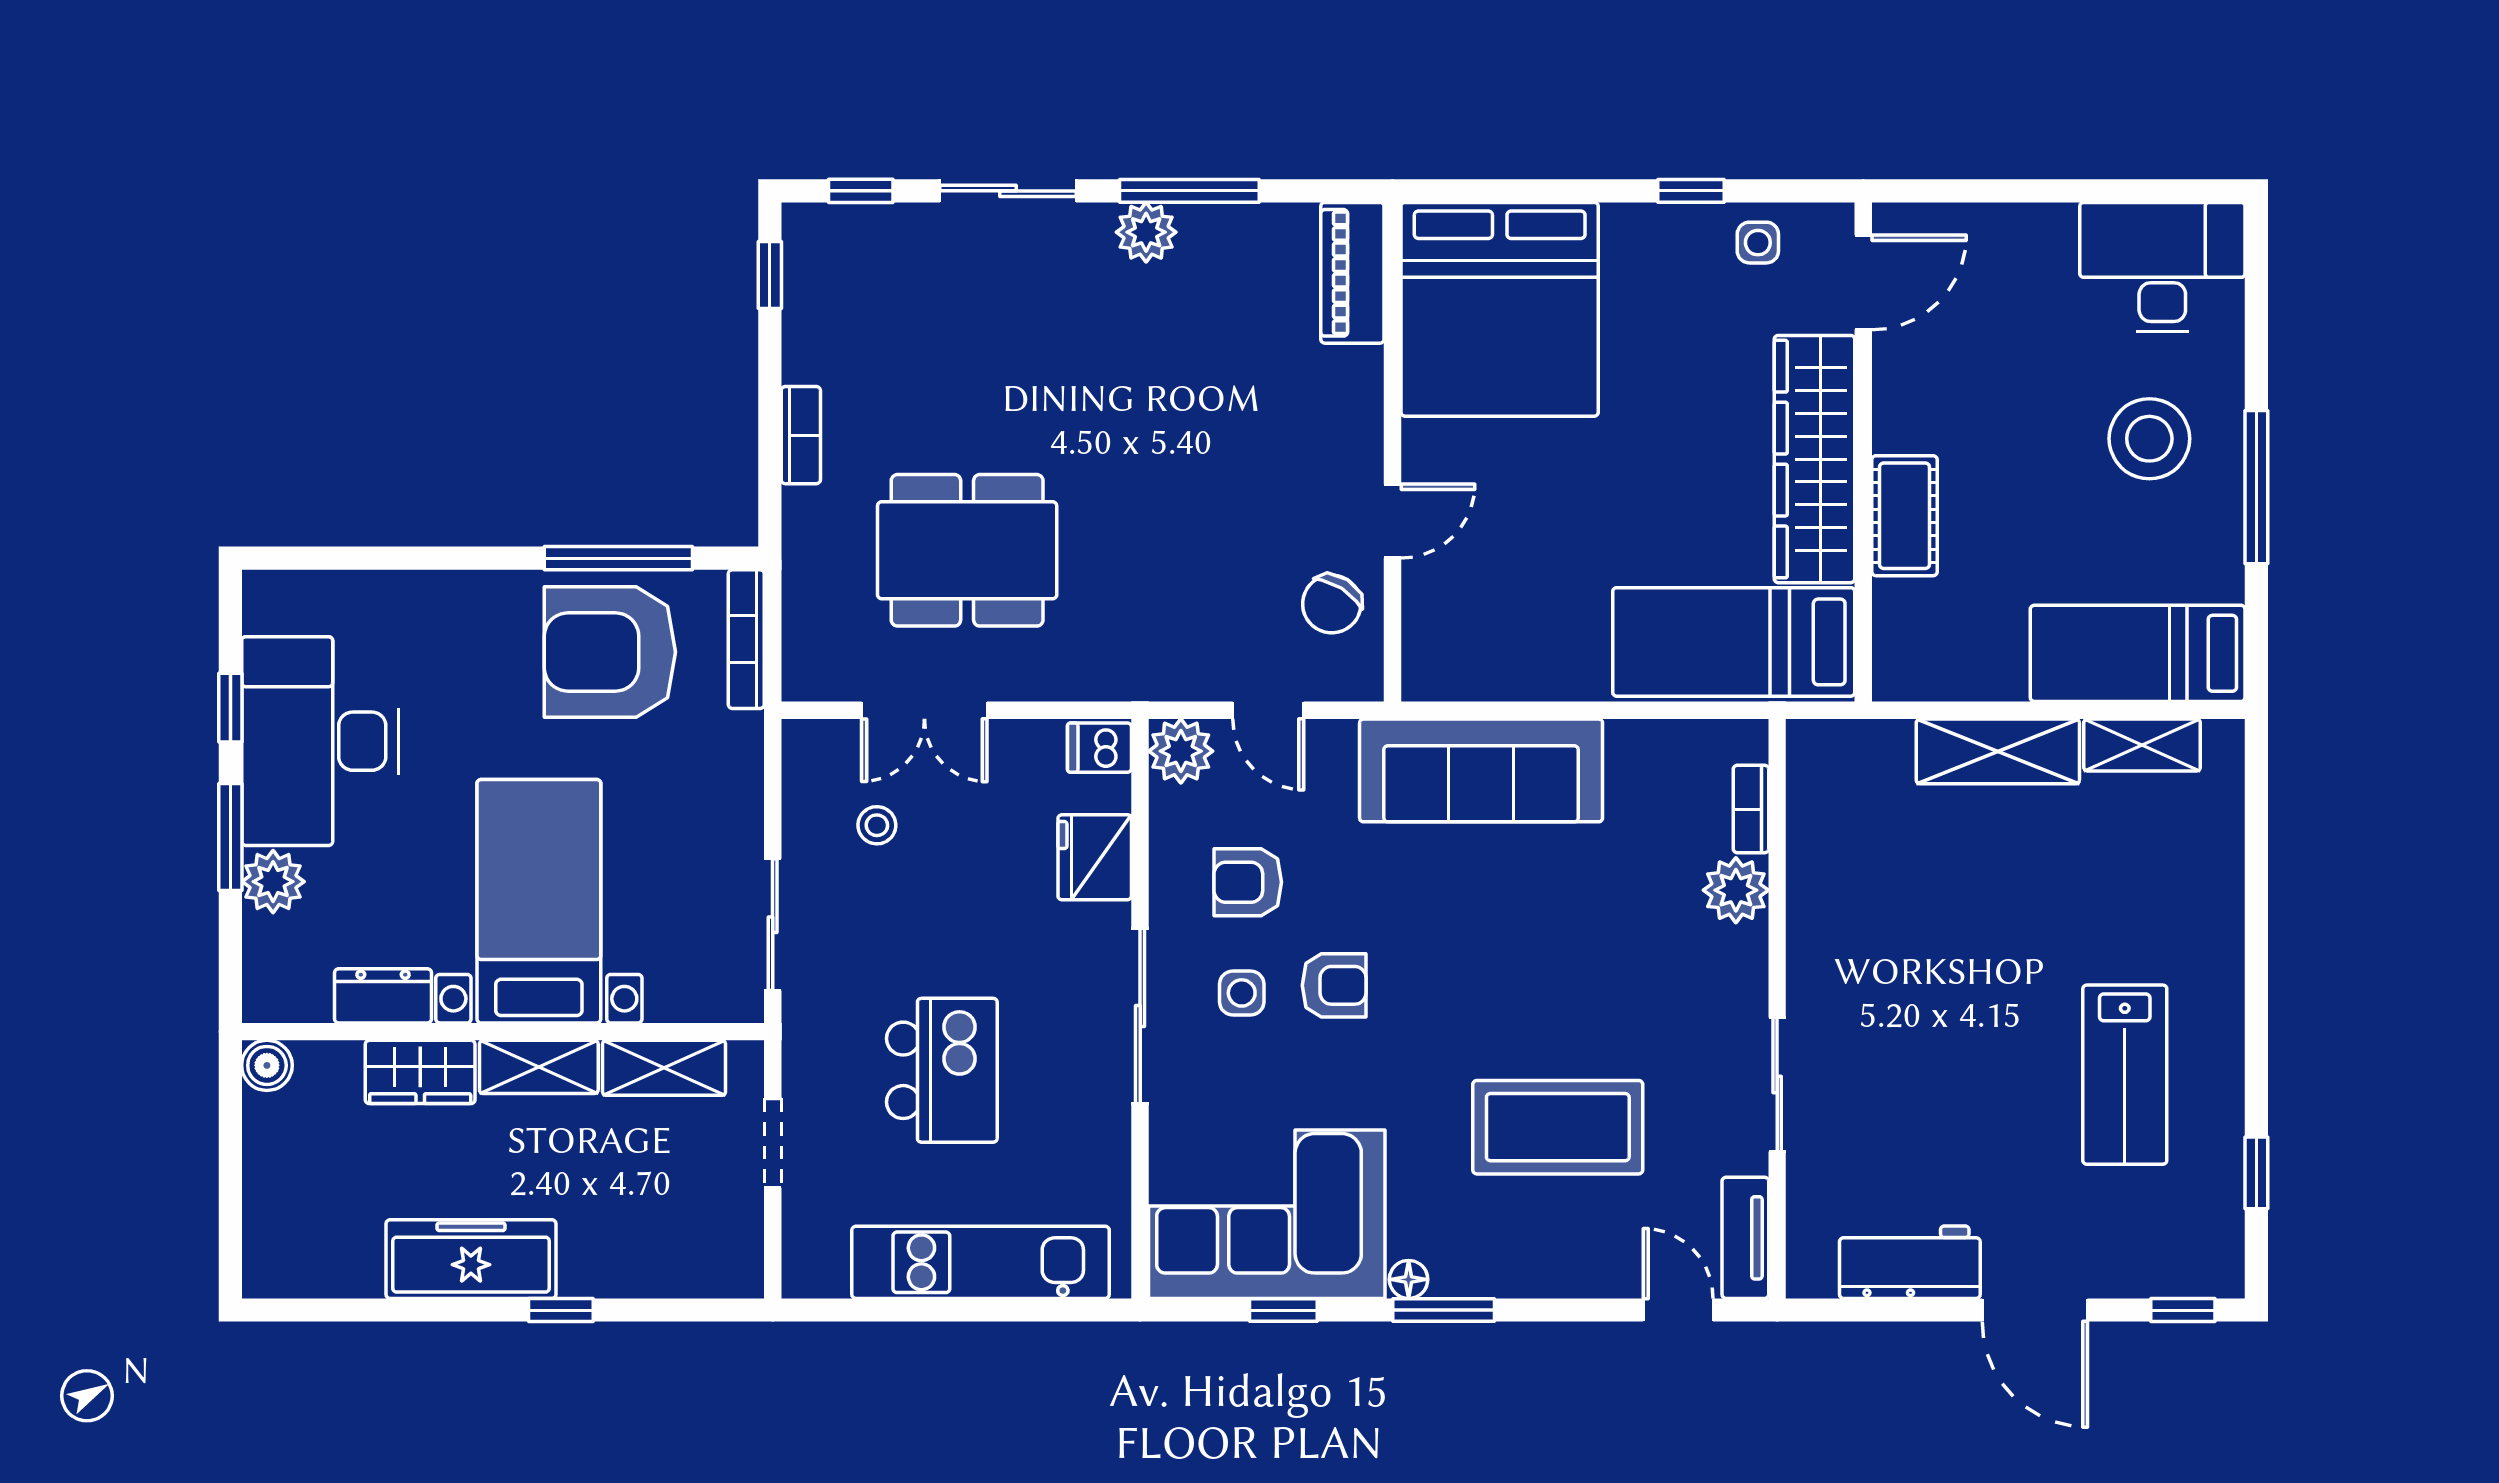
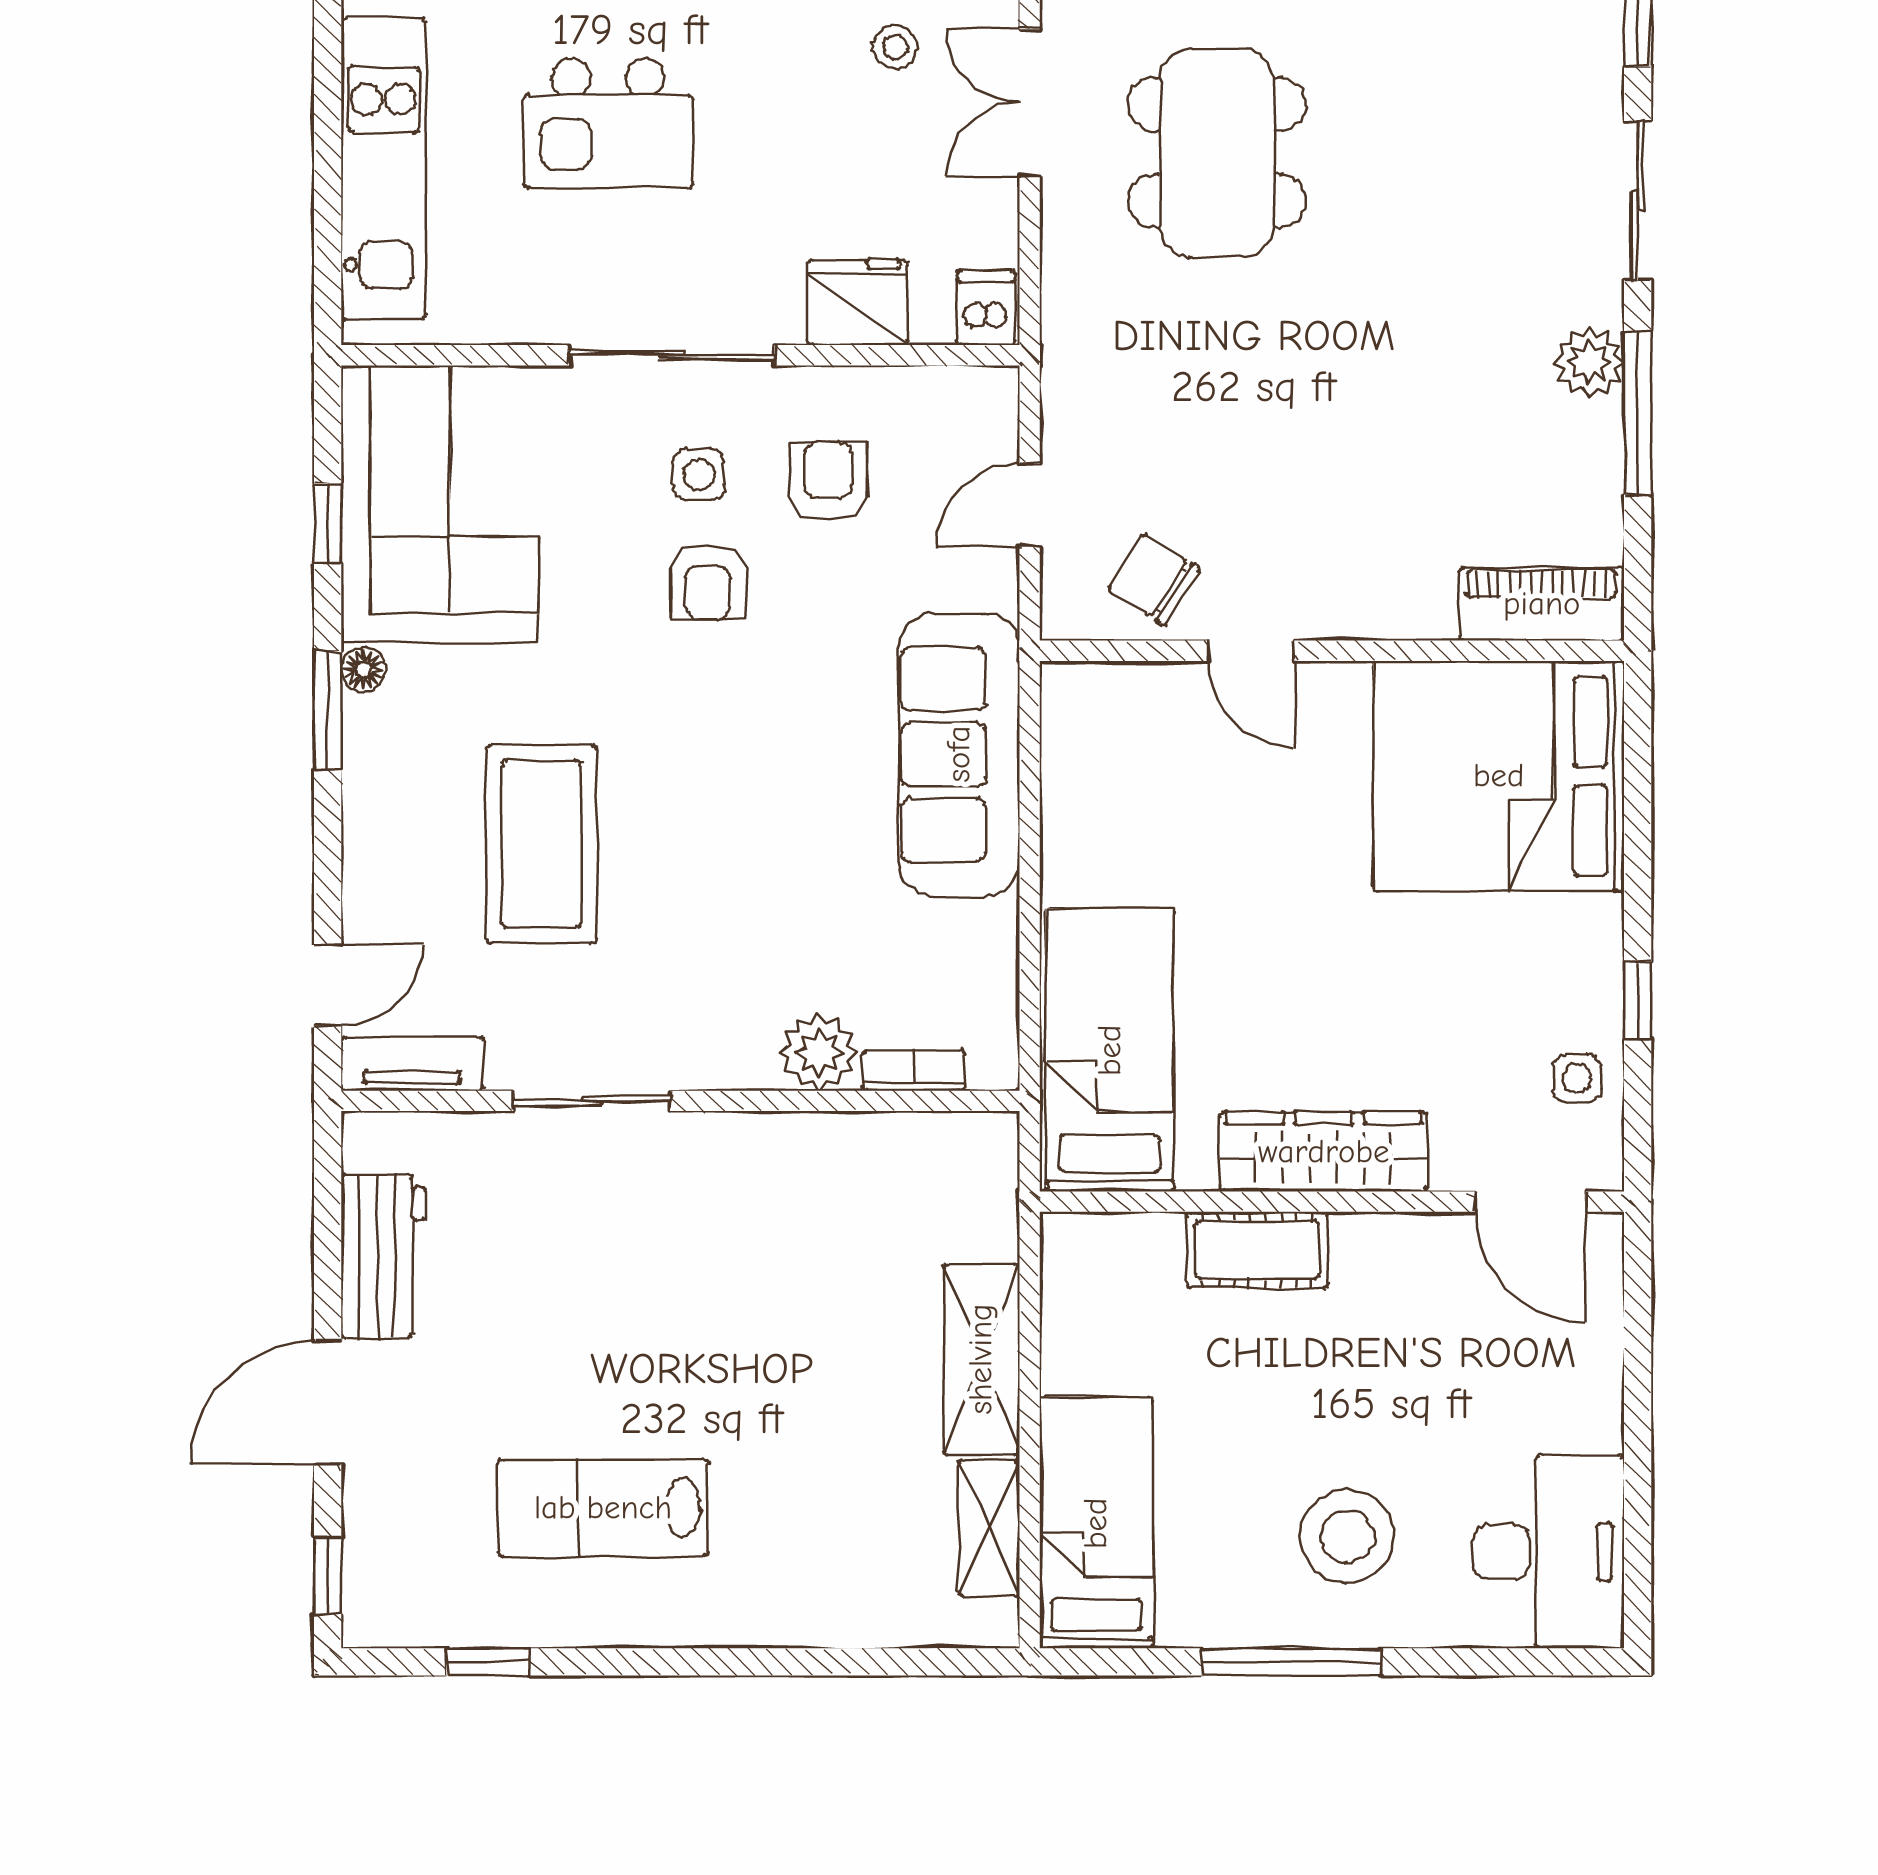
wardrobe: (1815, 459) -> (1324, 1152), width x0.71, depth x0.85
plant: (1181, 751) -> (982, 403), removed

